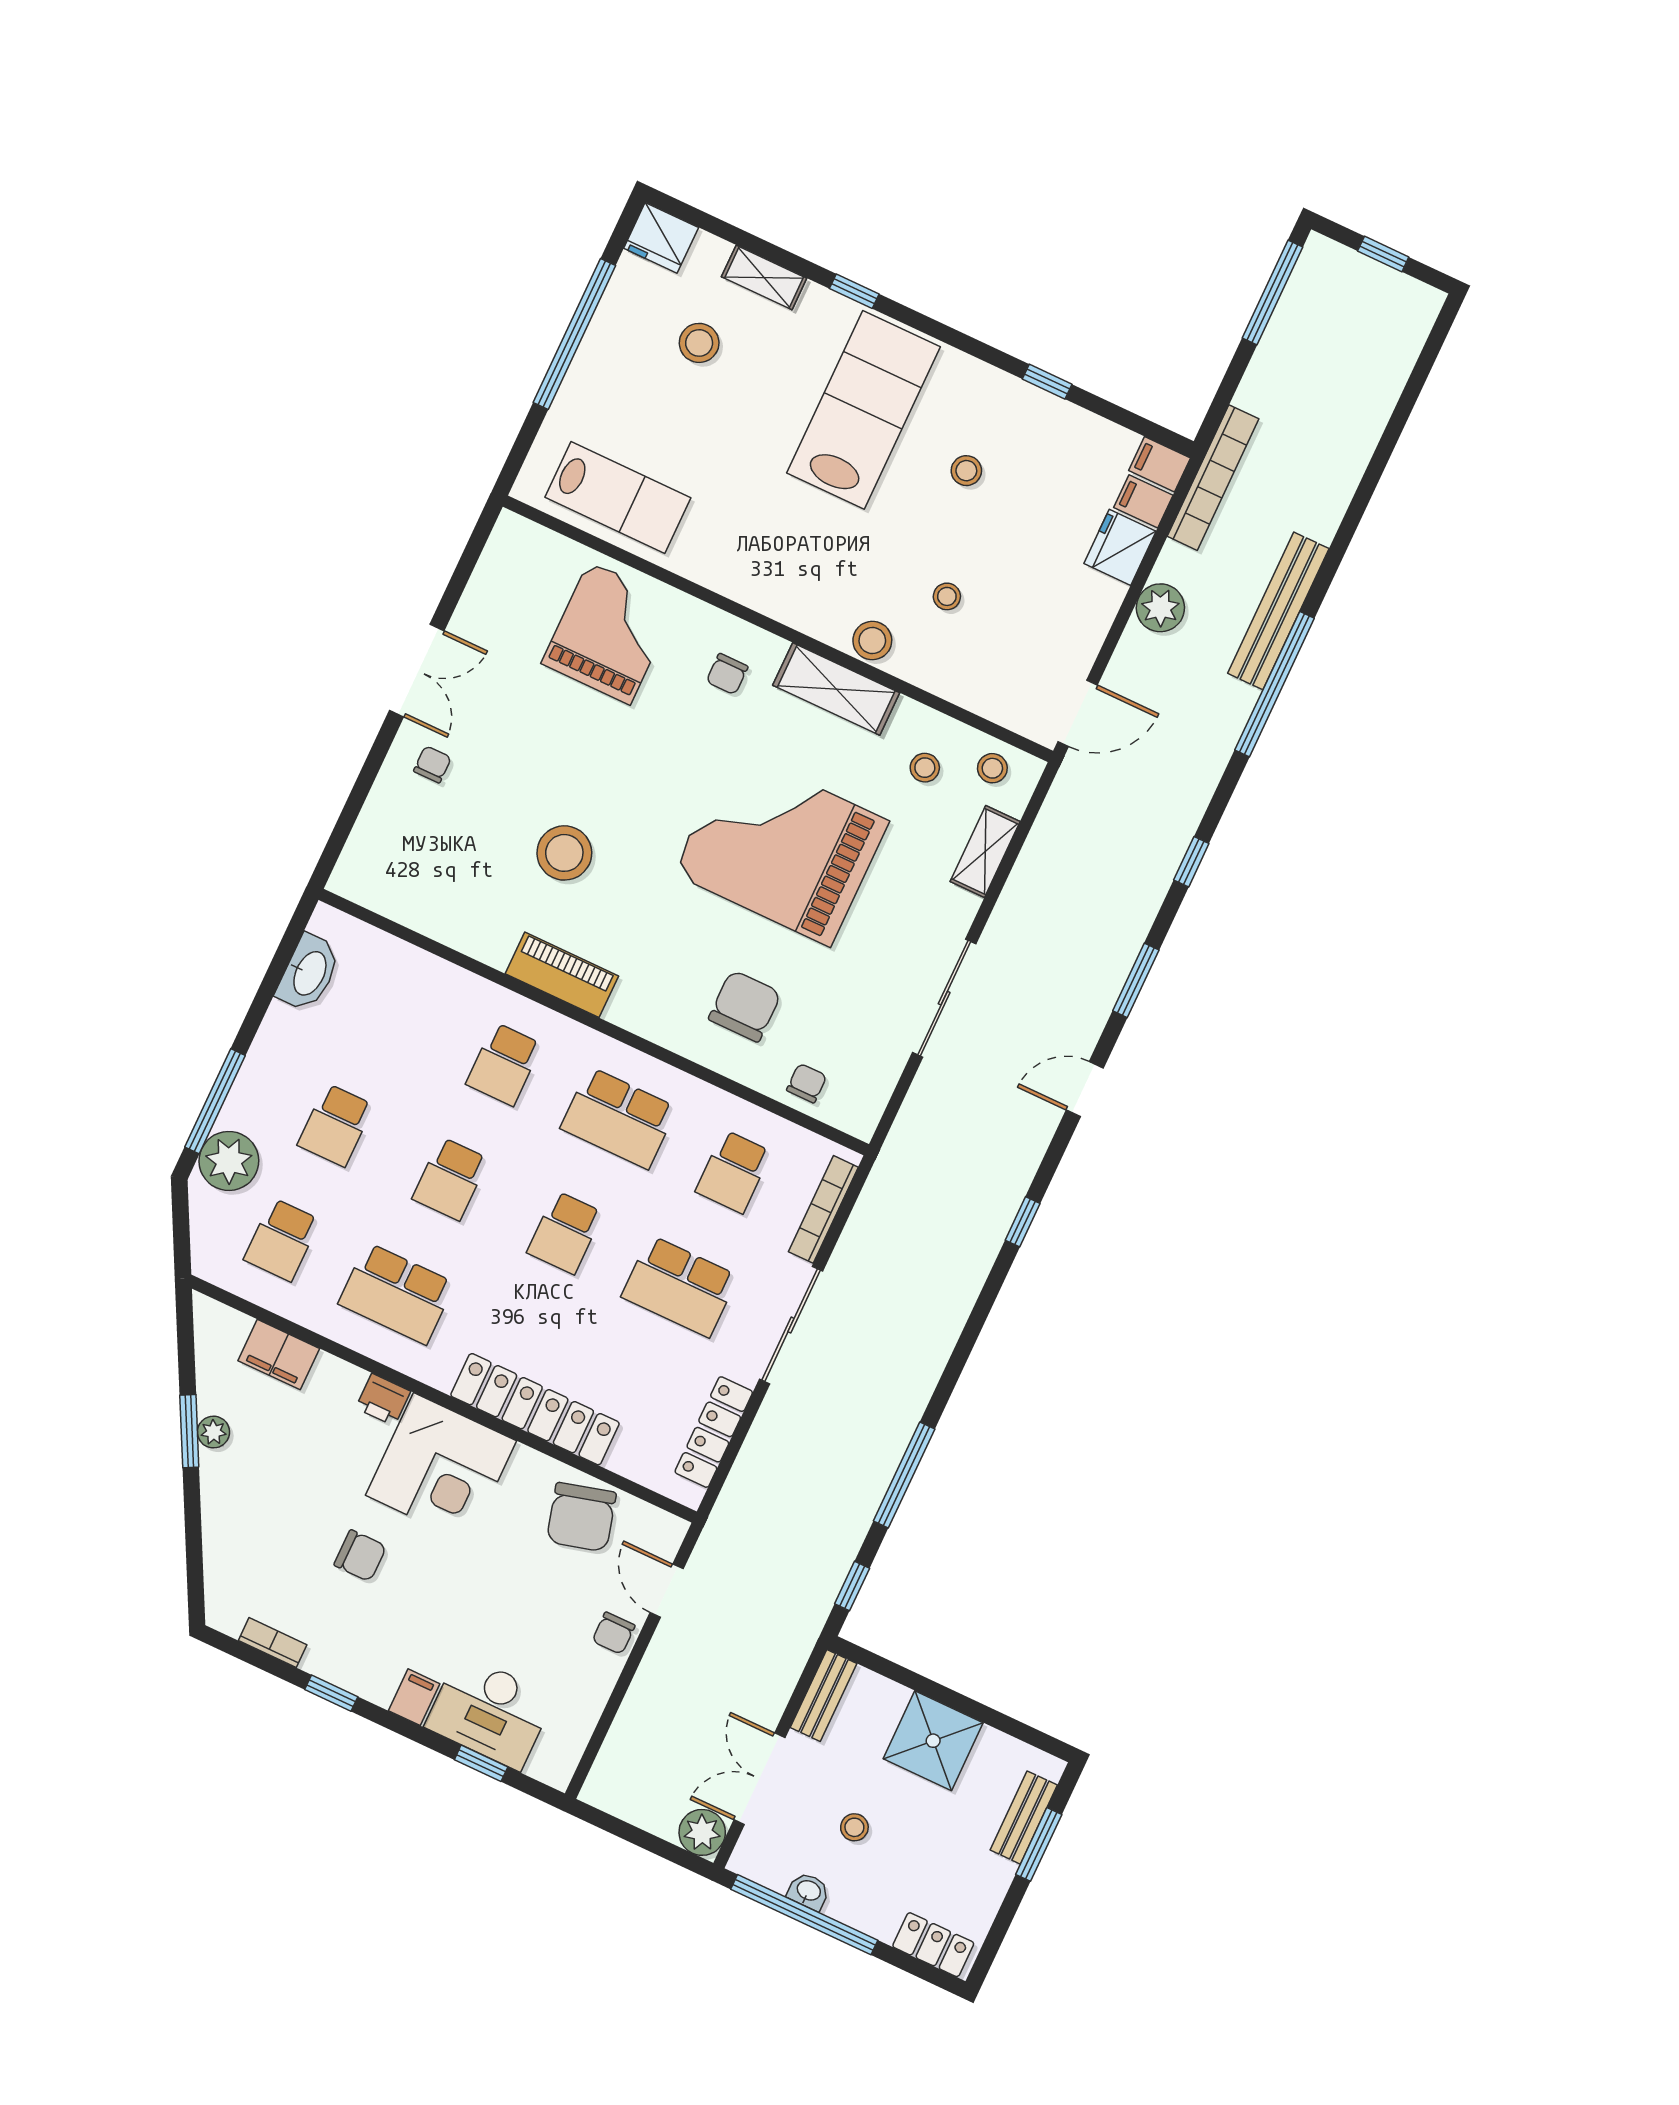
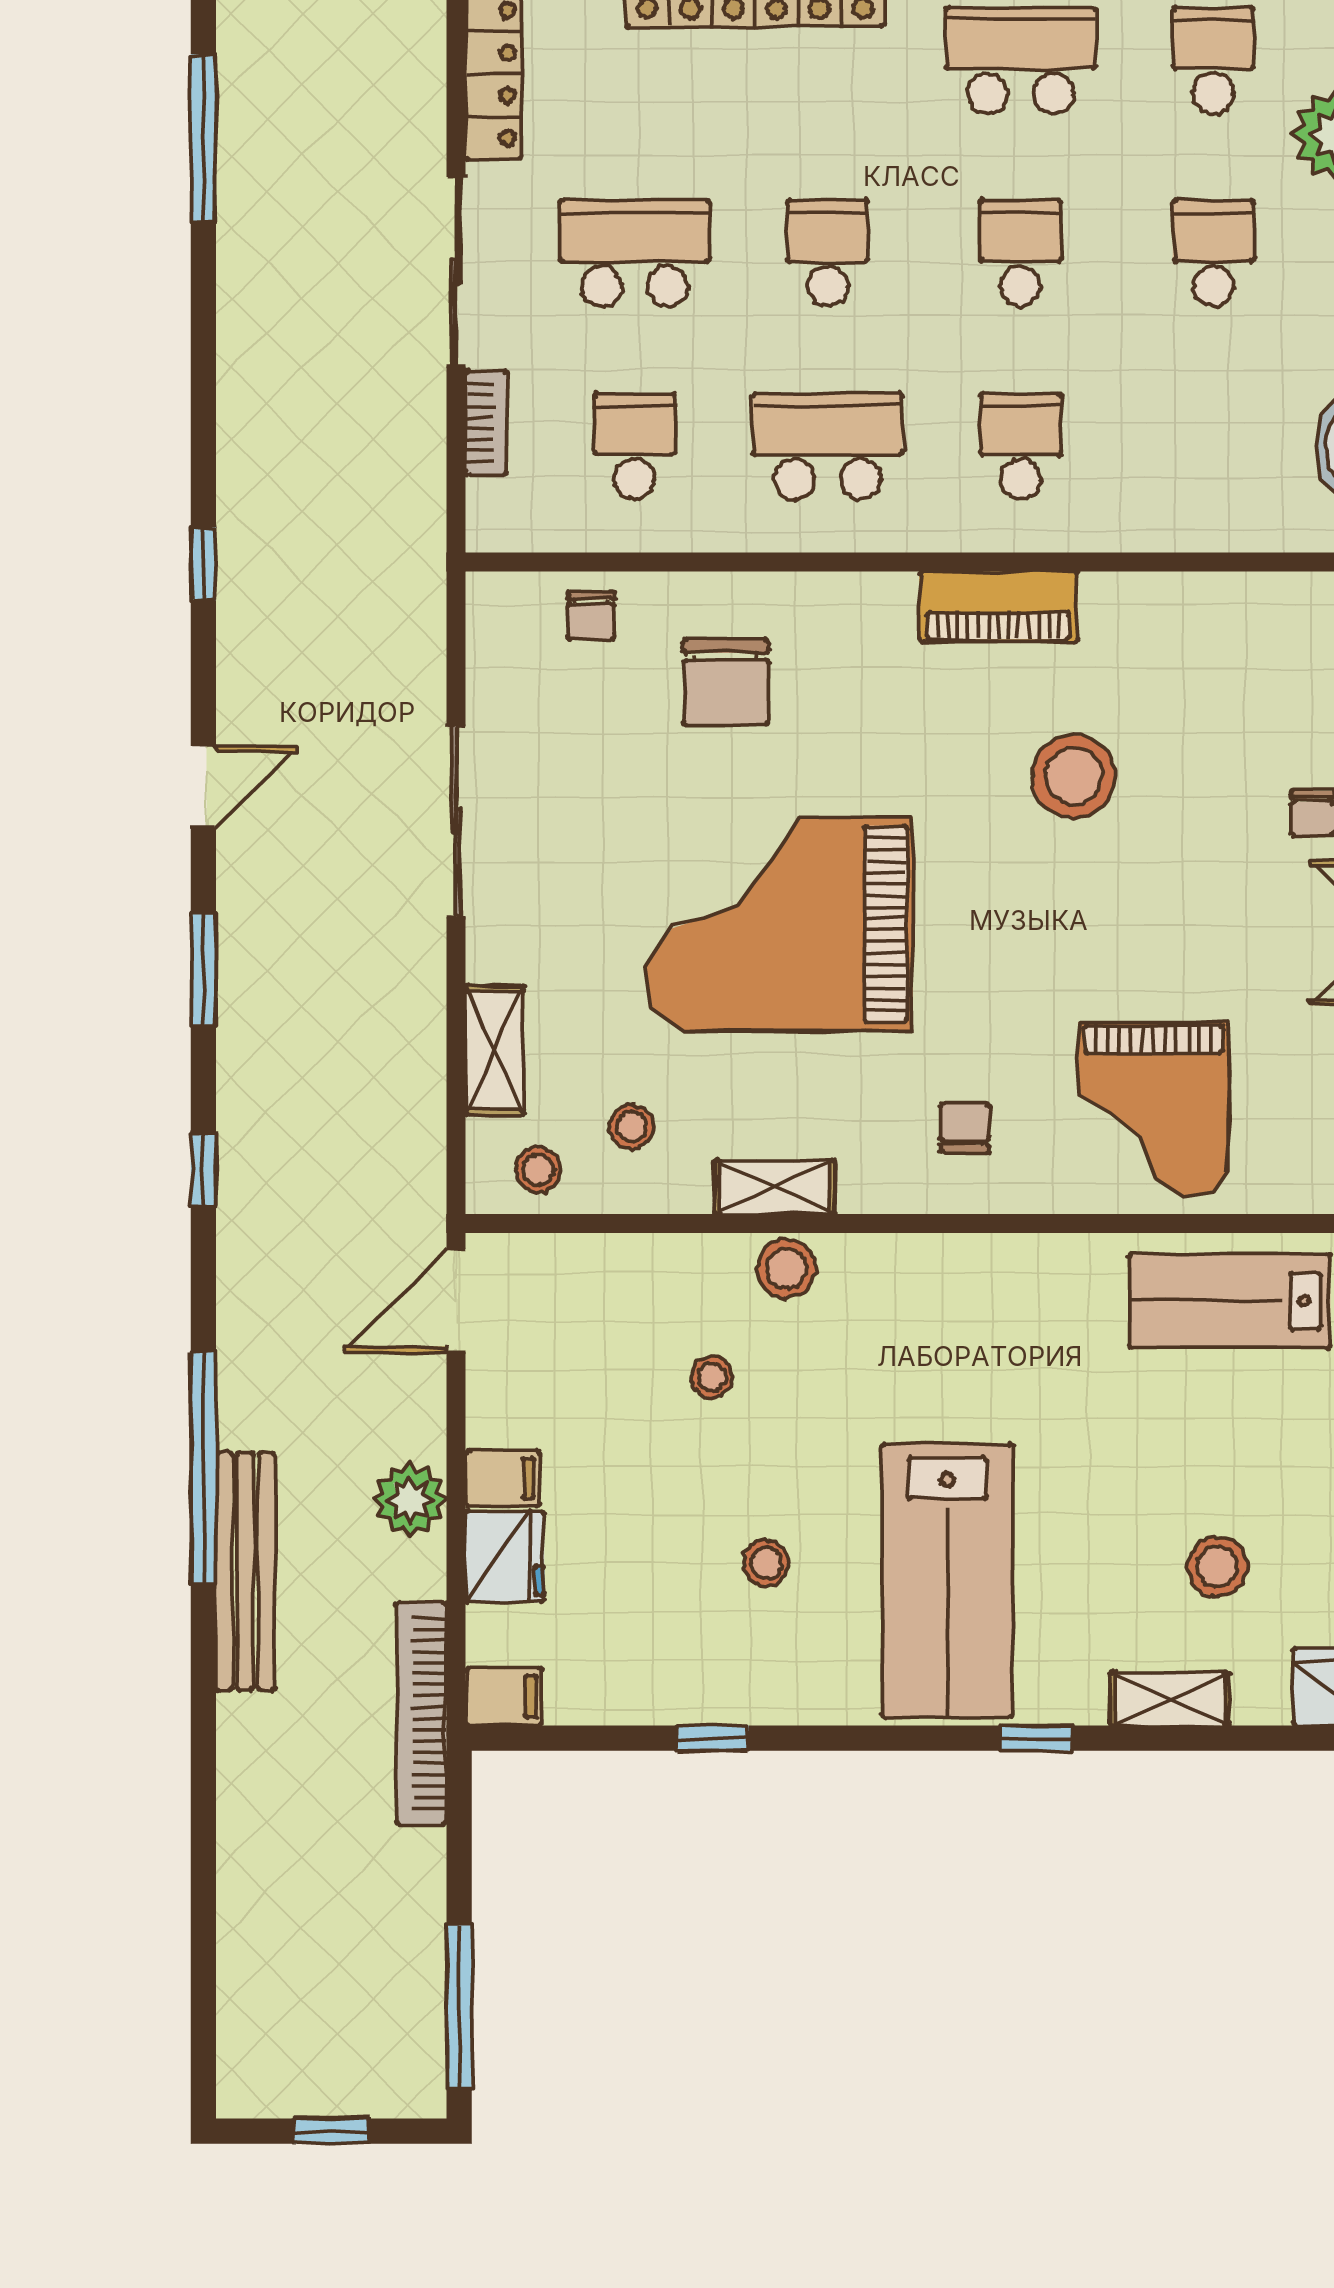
filing cabinet: (1143, 501) -> (502, 1478), moved
shelving: (836, 689) -> (775, 1187), width x0.67, depth x0.75
grand piano: (781, 847) -> (779, 924), turned 180
bookcase: (823, 1209) -> (486, 423), width x0.64

